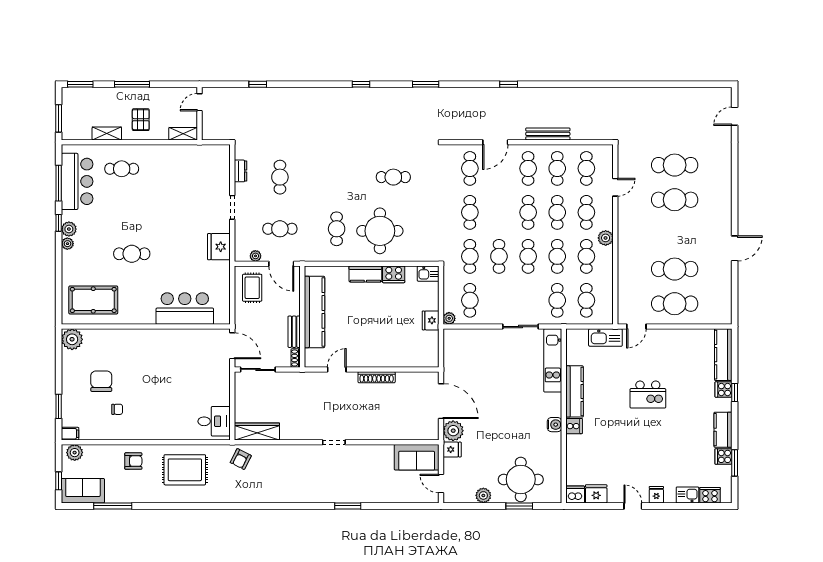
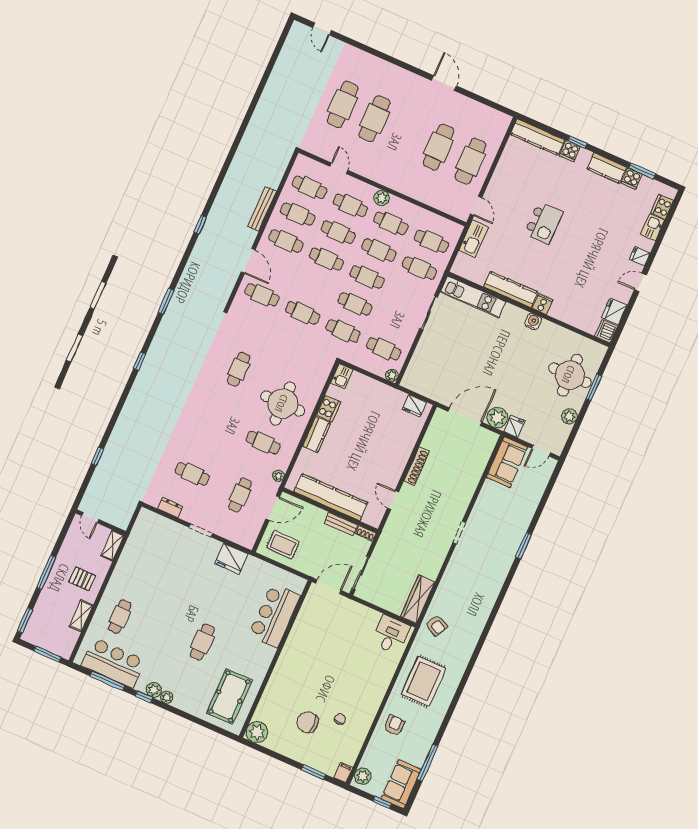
plant: (255, 256) -> (278, 476), moved
fridge: (431, 320) -> (414, 406), moved

